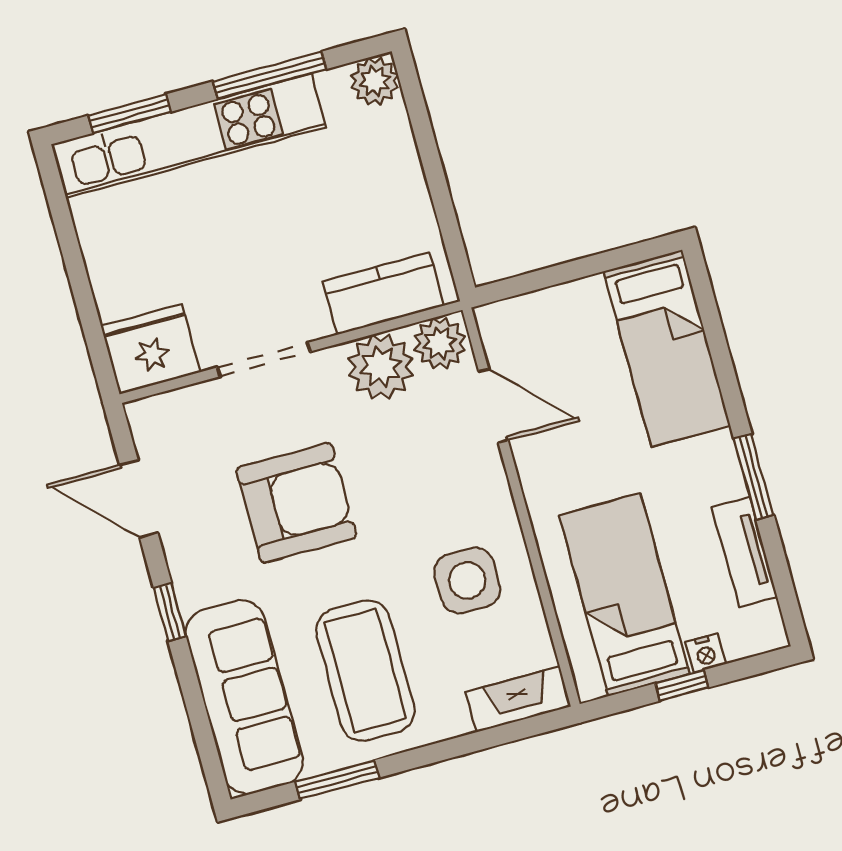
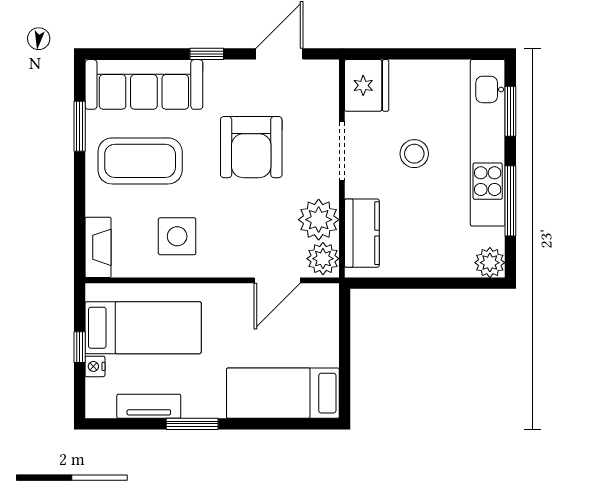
stool: (237, 246) -> (414, 154), added

